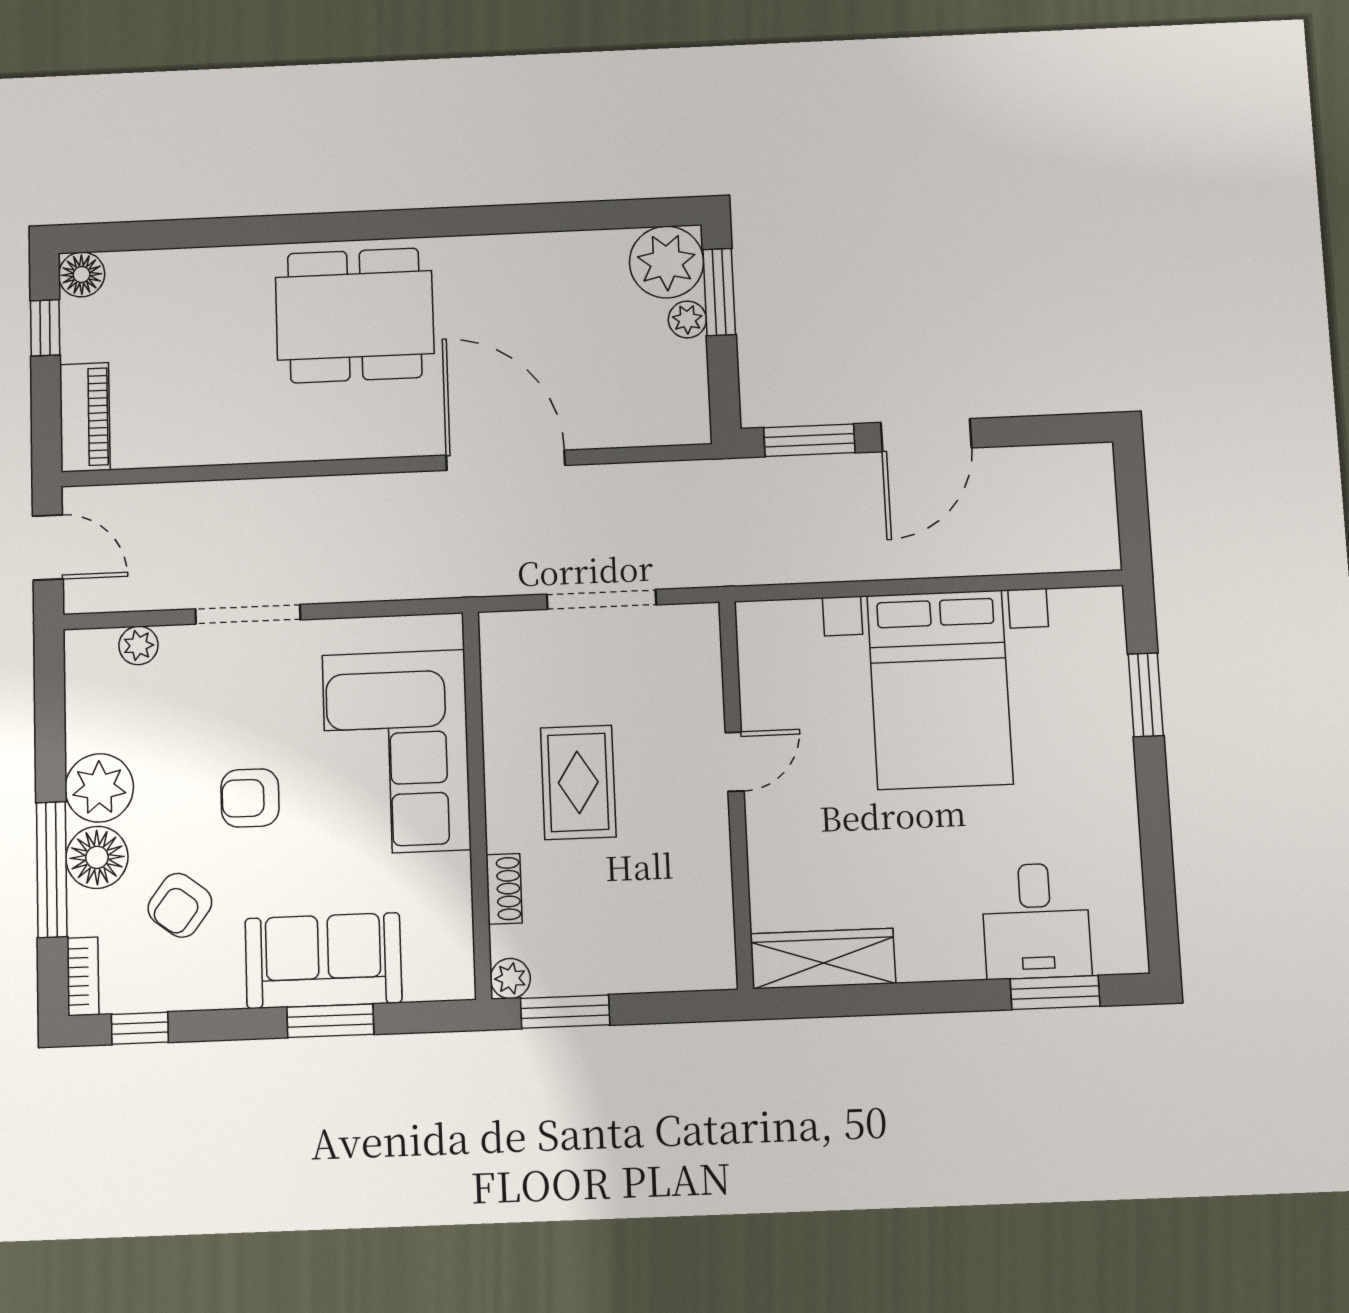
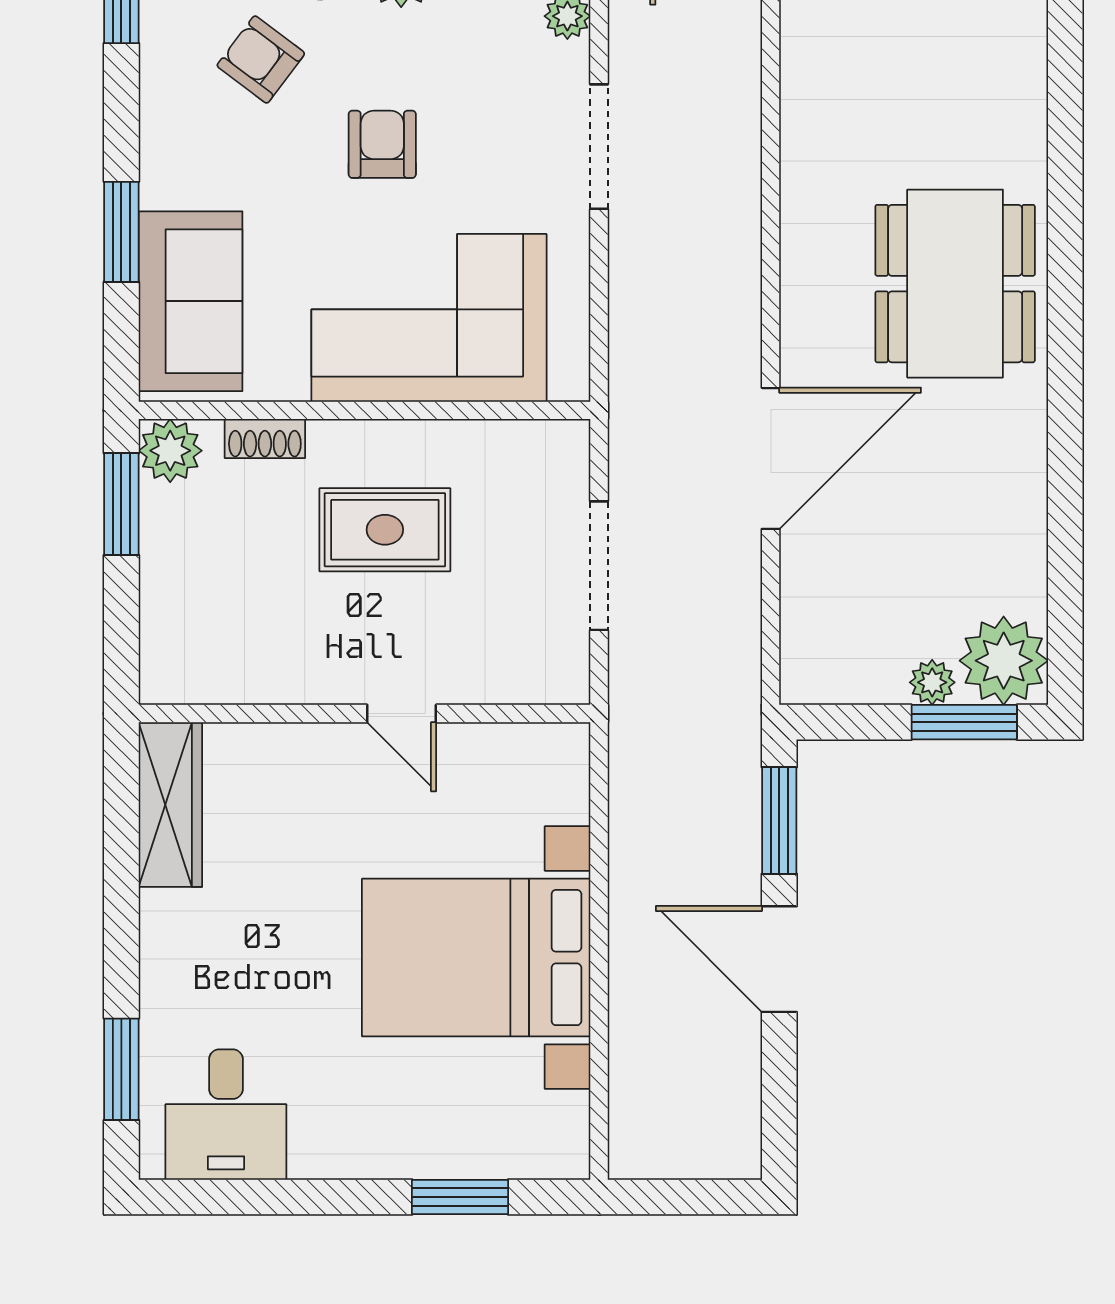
desk: (1036, 921) -> (226, 1115), moved, turned -90
sofa: (323, 961) -> (190, 301), moved
plant: (510, 978) -> (170, 451), width x1.38, depth x1.38

